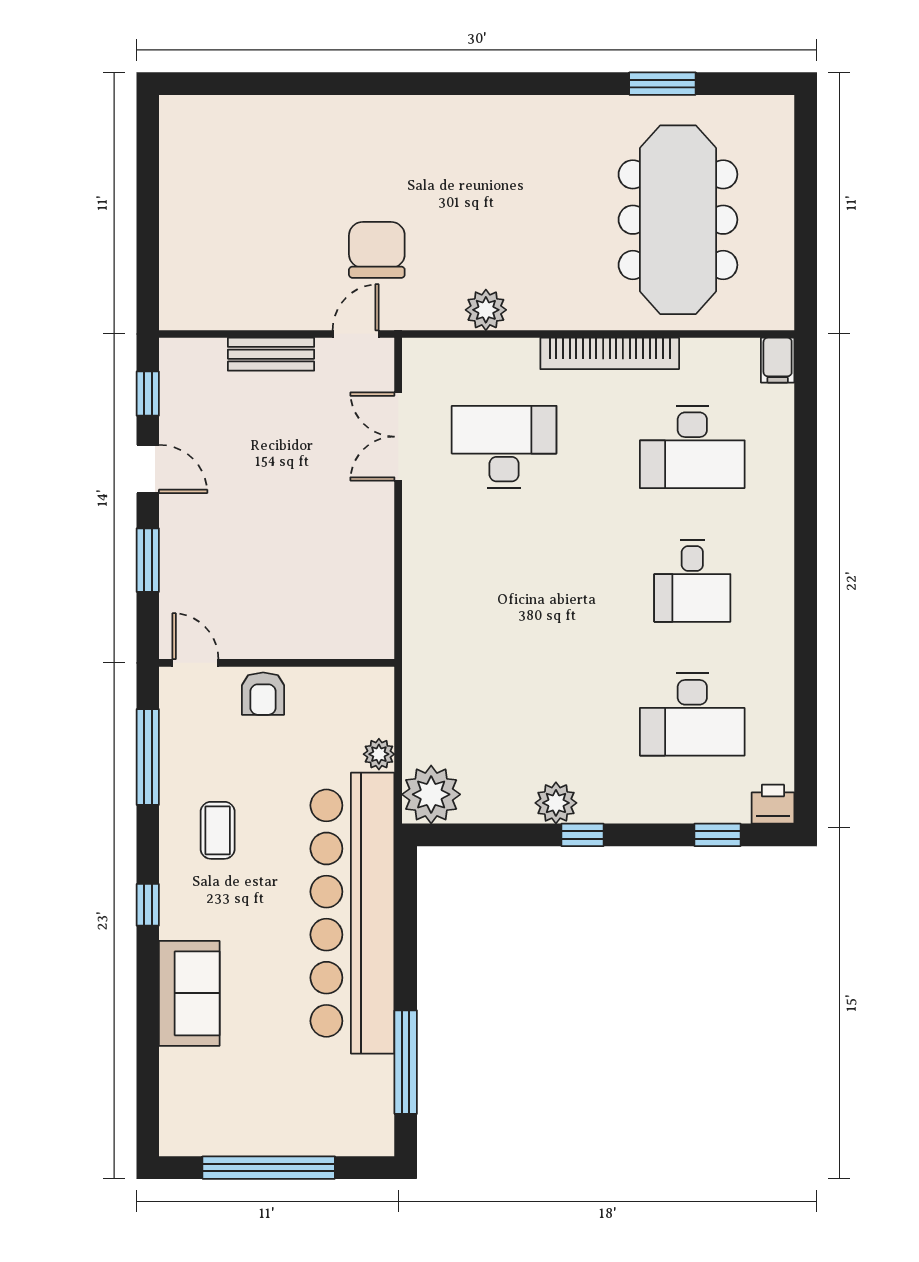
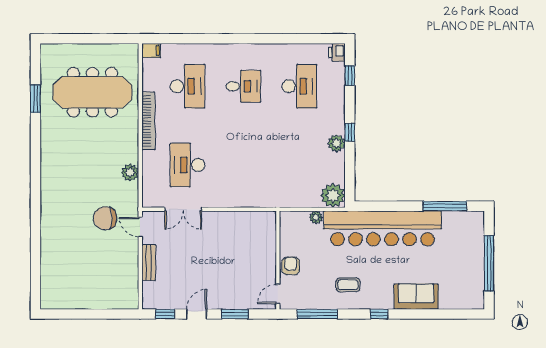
armchair: (263, 694) -> (291, 266), turned -90

